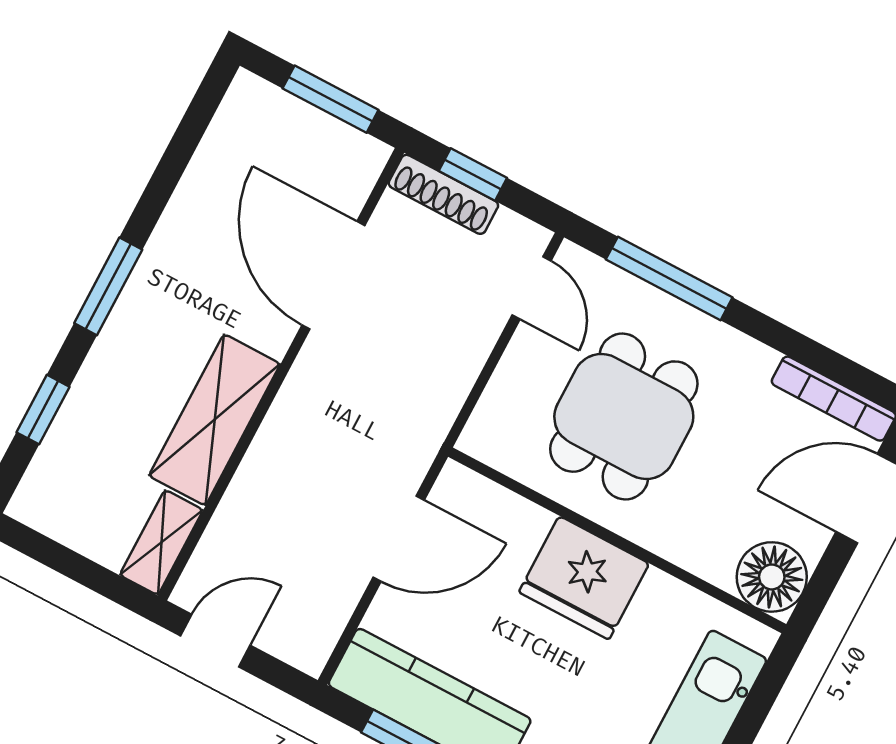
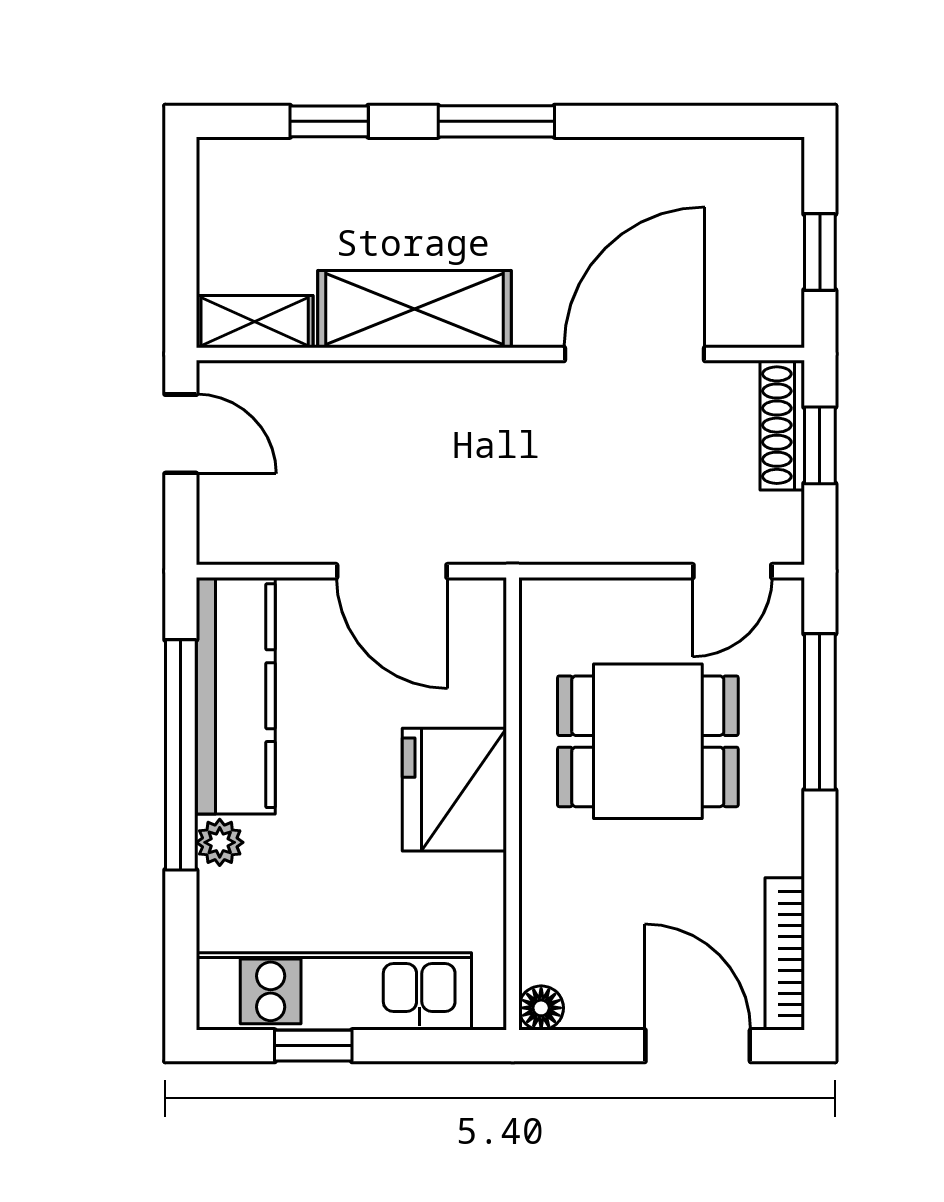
window: (331, 99) -> (820, 252), width x0.67
floor lamp: (772, 577) -> (541, 1008), width x0.53, depth x0.53

